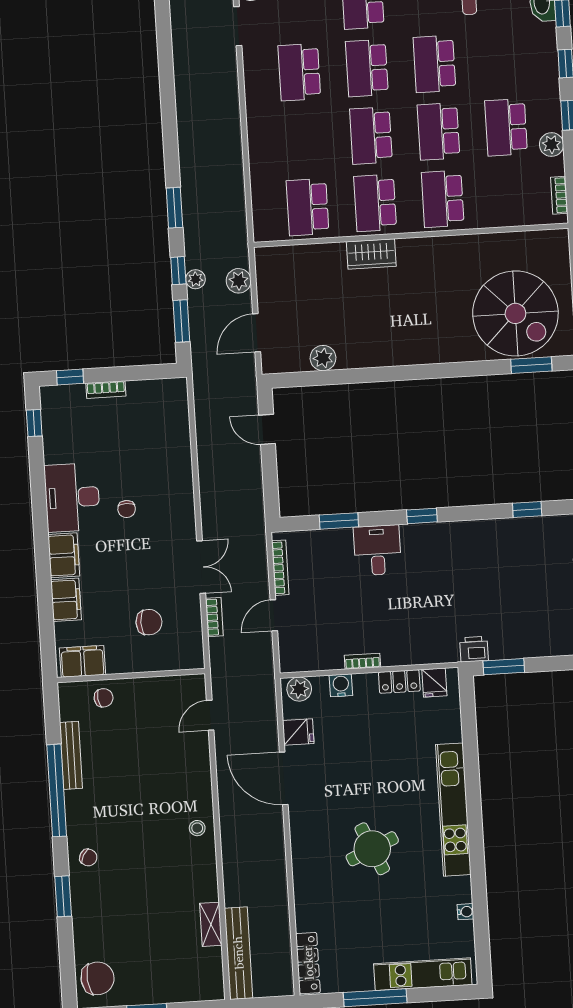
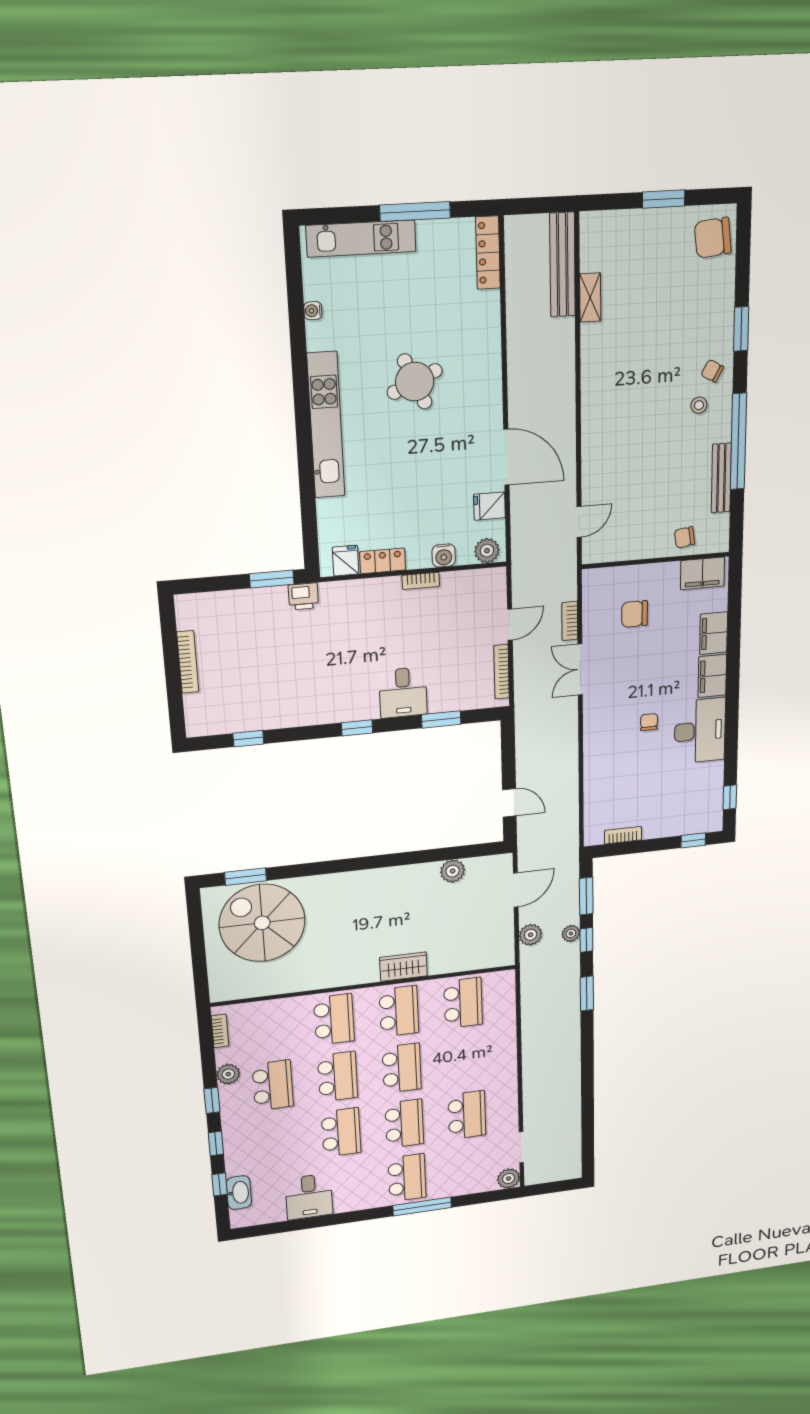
bookcase: (106, 390) -> (623, 835), moved
stool: (197, 828) -> (699, 405), moved

